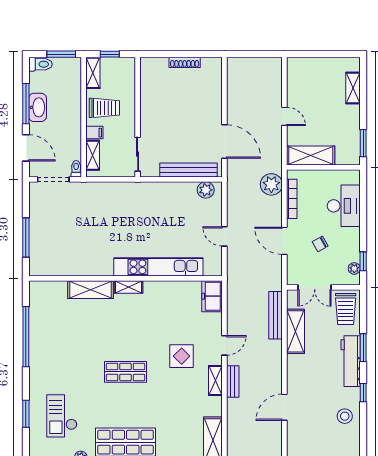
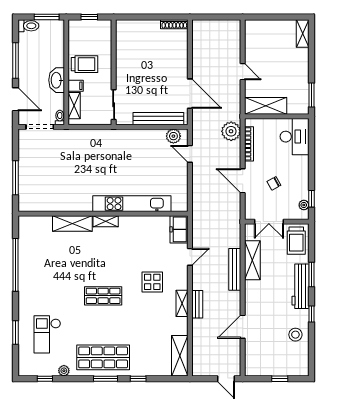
shoe rack: (185, 62) -> (174, 24), moved
shelving: (93, 73) -> (74, 33), removed
shelving: (353, 88) -> (303, 34), moved
washbasin: (38, 107) -> (57, 80), moved, turned 180
desk: (344, 206) -> (295, 137), moved
door: (224, 236) -> (190, 154), moved
bench: (276, 315) -> (235, 269), moved
door: (224, 345) -> (190, 257), moved

